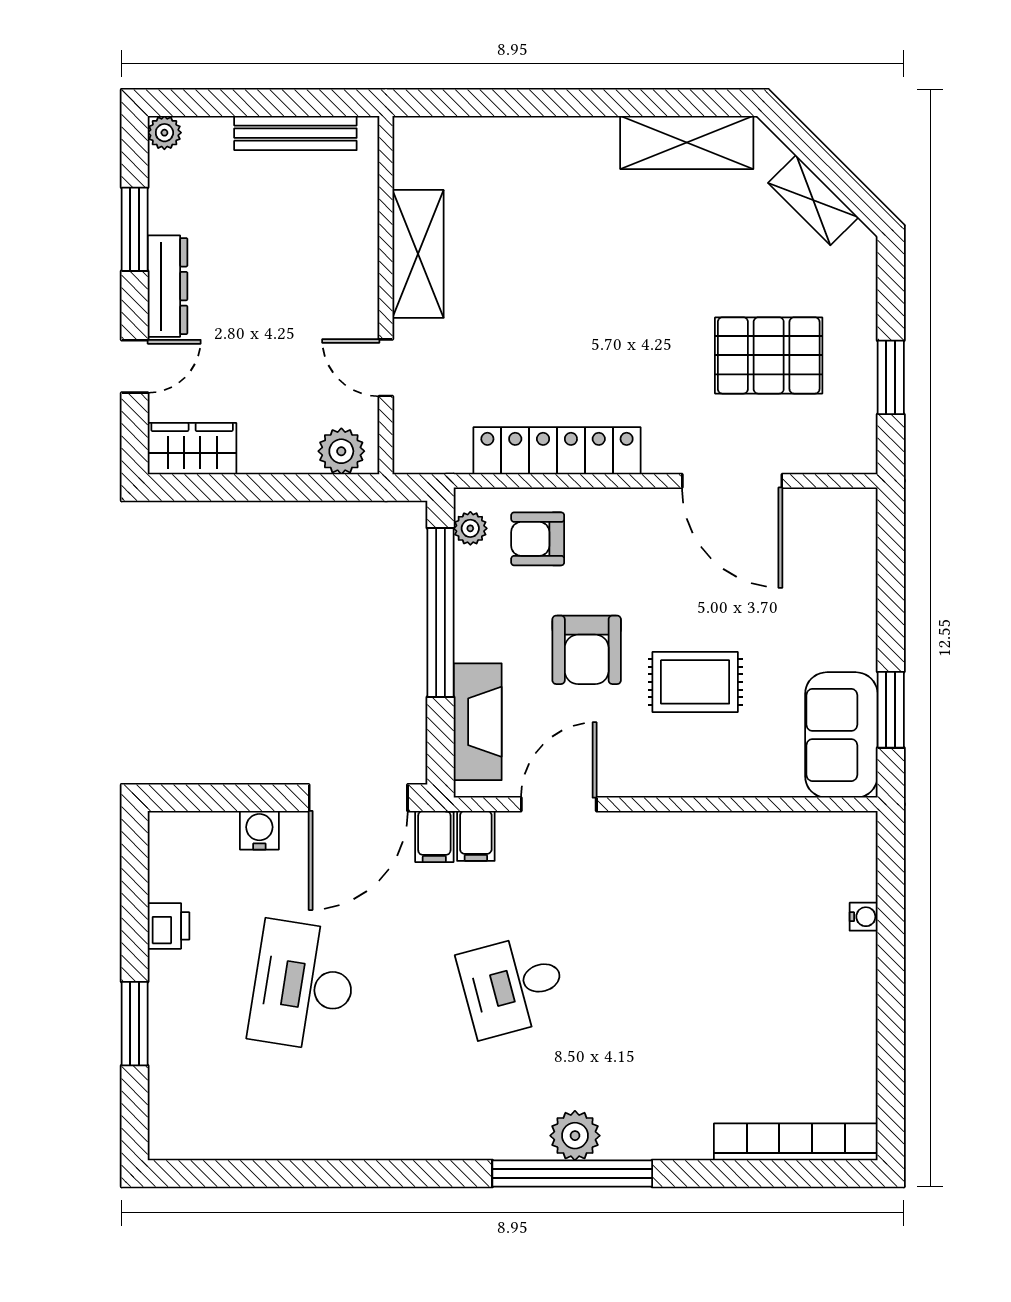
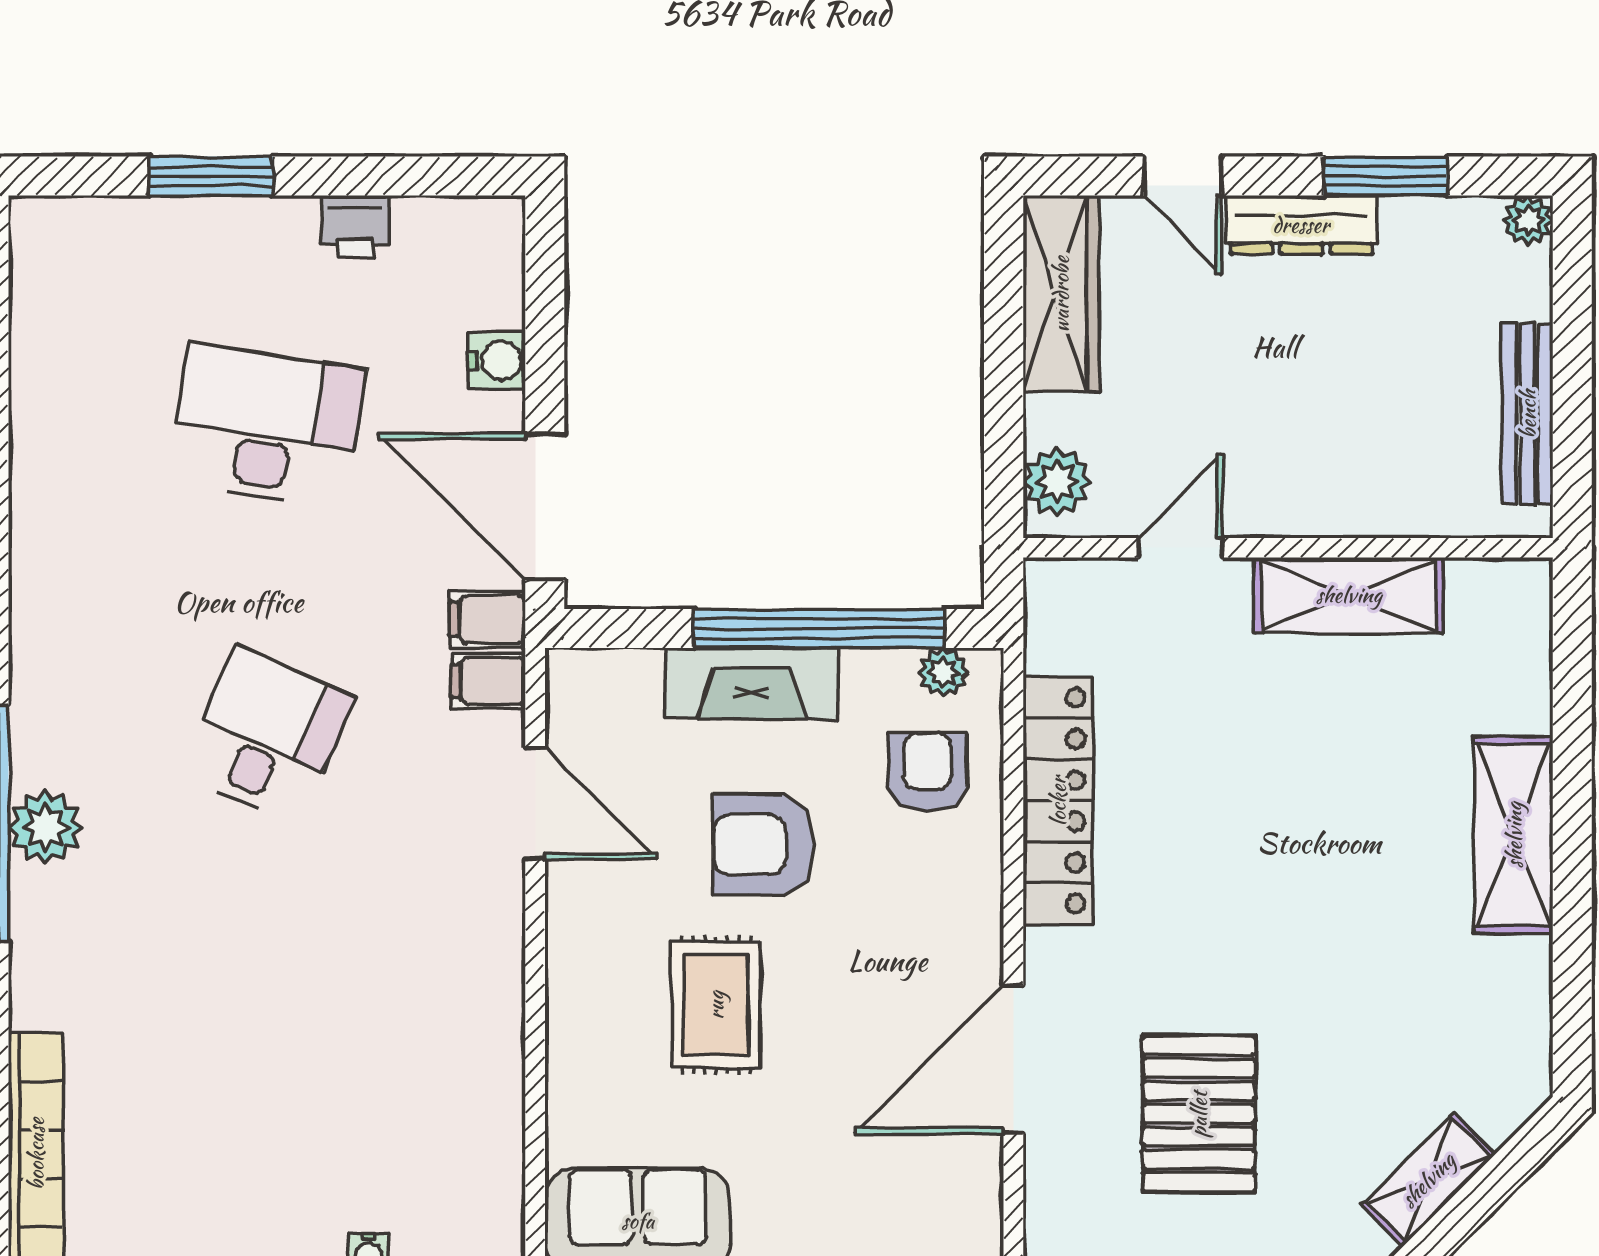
shelving: (687, 143) -> (1514, 835), moved
wardrobe: (192, 449) -> (1061, 294), width x1.50
fireplace: (478, 722) -> (752, 683), moved
desk: (513, 986) -> (267, 735), turned 39

